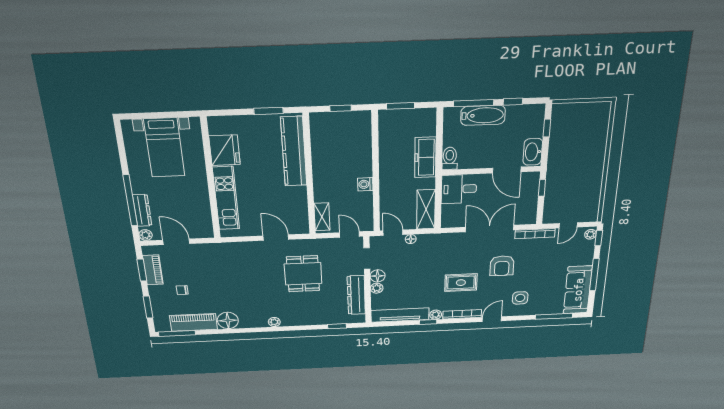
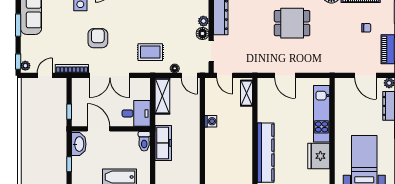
dining table: (303, 274) -> (292, 23), moved, turned 90
window: (594, 275) -> (18, 25), width x0.69
rug: (461, 283) -> (150, 52), moved

